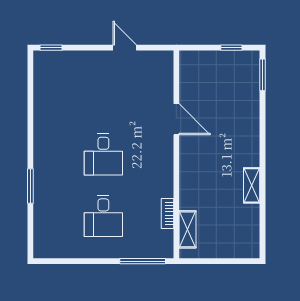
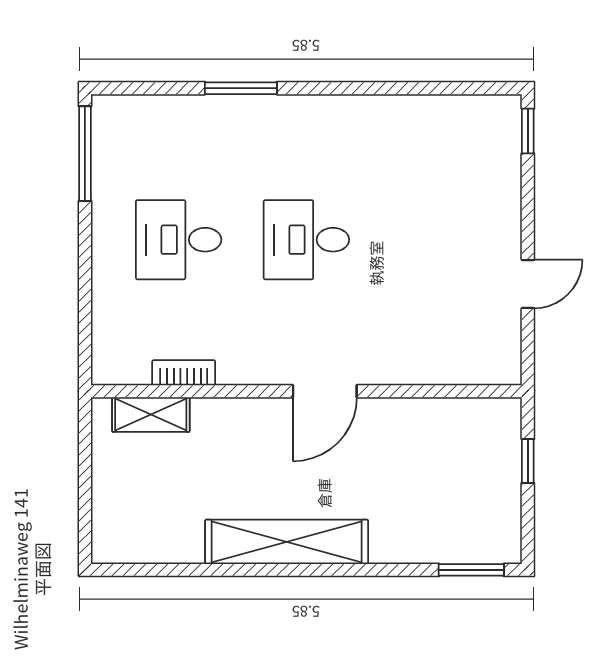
window: (231, 48) -> (528, 461), moved
door: (176, 119) -> (325, 391), moved
shelving: (252, 185) -> (287, 542), width x2.20, depth x1.33
window: (143, 261) -> (85, 154), moved

